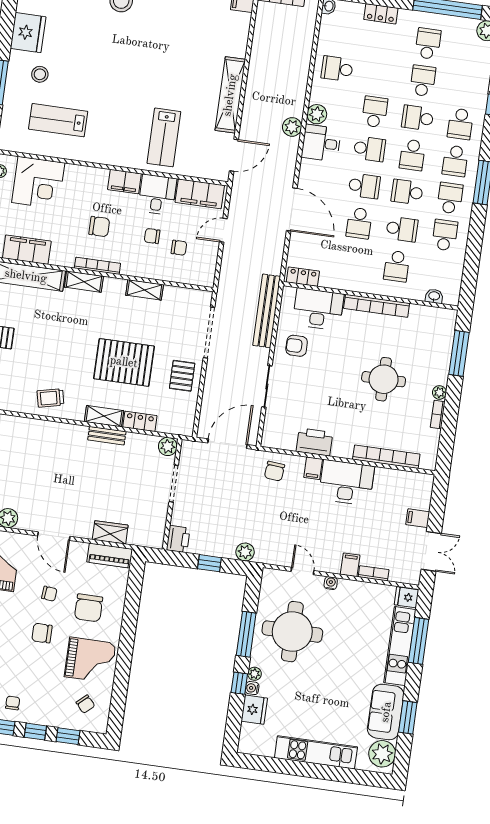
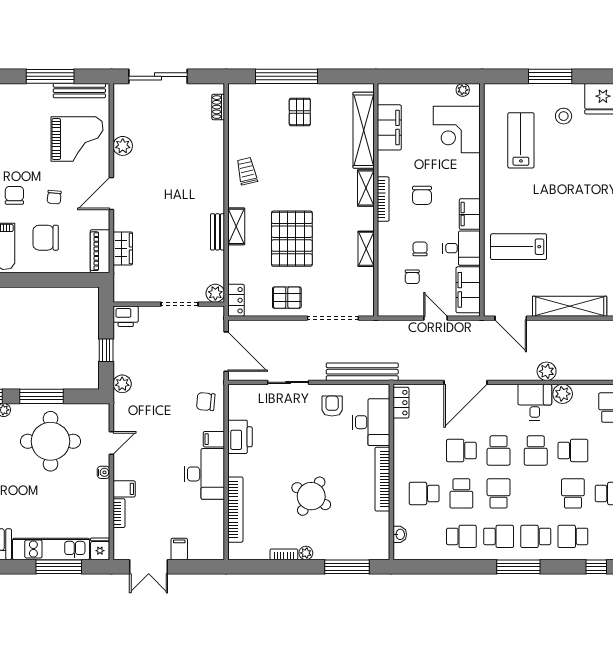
school desk: (412, 155) -> (536, 493), removed
round table: (384, 379) -> (311, 496), turned 31
locker: (140, 421) -> (236, 300), moved

